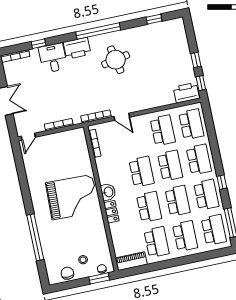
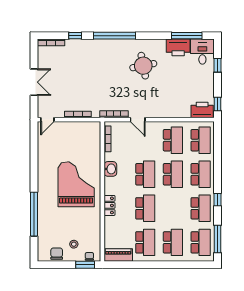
window: (154, 19) -> (187, 36), width x2.17
window: (98, 31) -> (115, 36), moved
printer: (77, 48) -> (178, 47), moved
desk: (53, 58) -> (202, 52), moved
window: (196, 60) -> (217, 65), moved
washbasin: (108, 192) -> (110, 169), moved
grand piano: (72, 197) -> (76, 184), turned -92
school desk: (178, 201) -> (173, 208), removed

